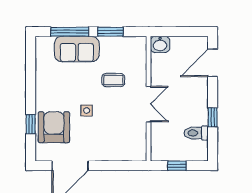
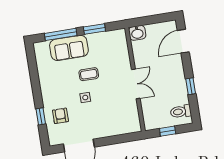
coffee table: (113, 80) -> (89, 74), moved
armchair: (54, 127) -> (60, 116), width x0.53, depth x0.53
toilet: (196, 133) -> (181, 111), moved

